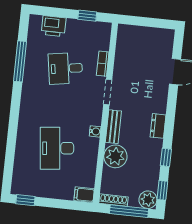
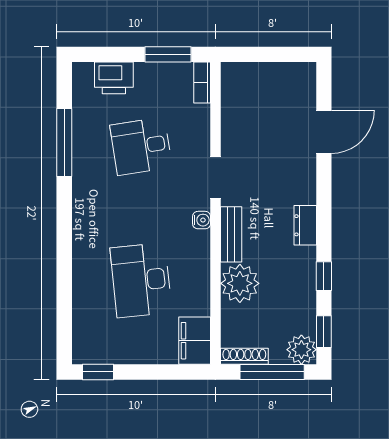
window: (87, 16) -> (168, 54), width x1.50
bookcase: (103, 64) -> (202, 83), moved
water cooler: (95, 131) -> (202, 220), moved
filing cabinet: (84, 195) -> (195, 341), width x2.00

